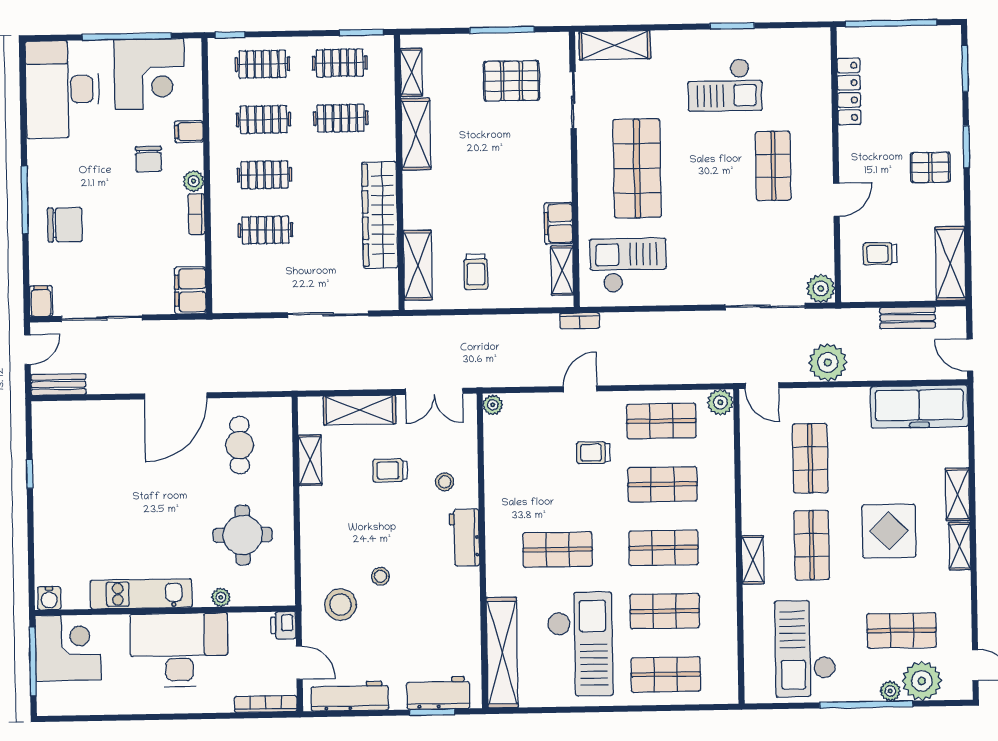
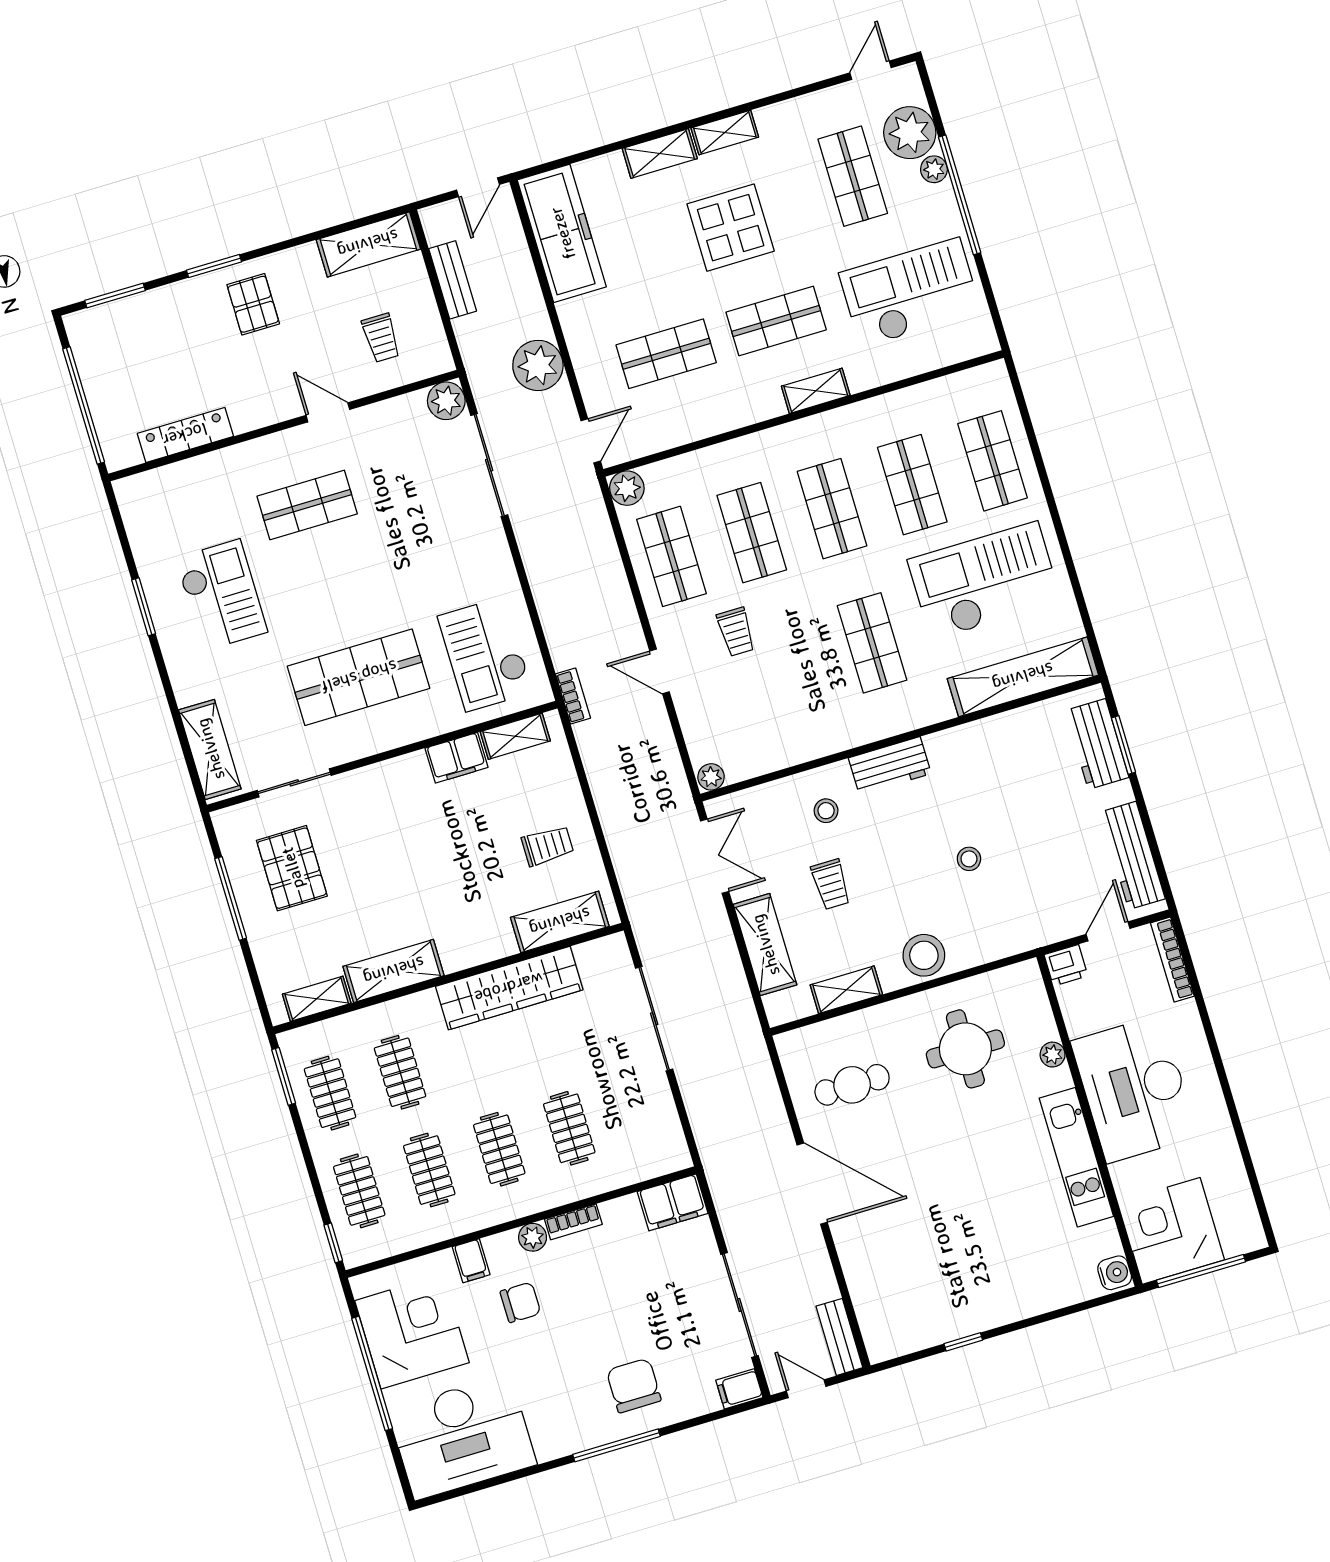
stool: (340, 605) -> (924, 955), moved
checkout: (805, 649) -> (910, 293), turned 180

